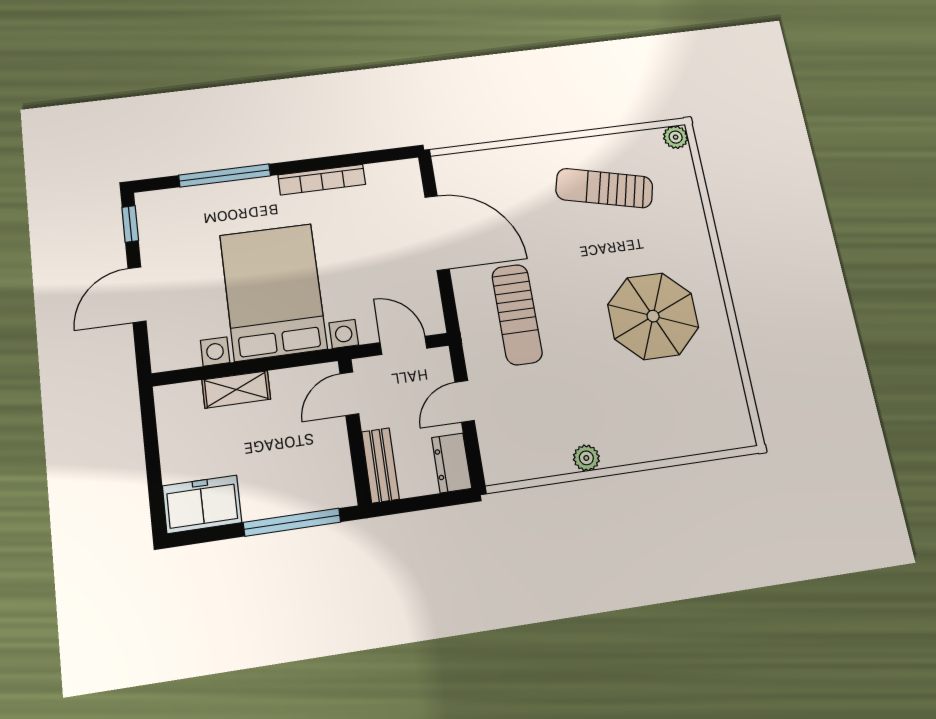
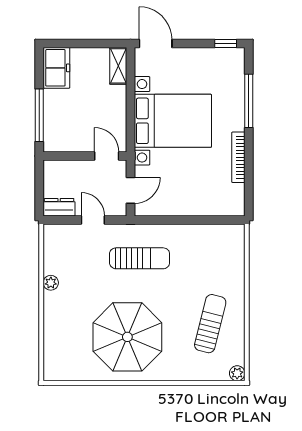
door: (437, 233) -> (196, 220), removed
door: (137, 295) -> (156, 44), moved
sun lounger: (517, 314) -> (140, 258), turned 180
parasol: (653, 316) -> (127, 337), width x1.36, depth x1.36
shelving: (236, 389) -> (118, 66), moved
bench: (380, 465) -> (64, 168), removed

